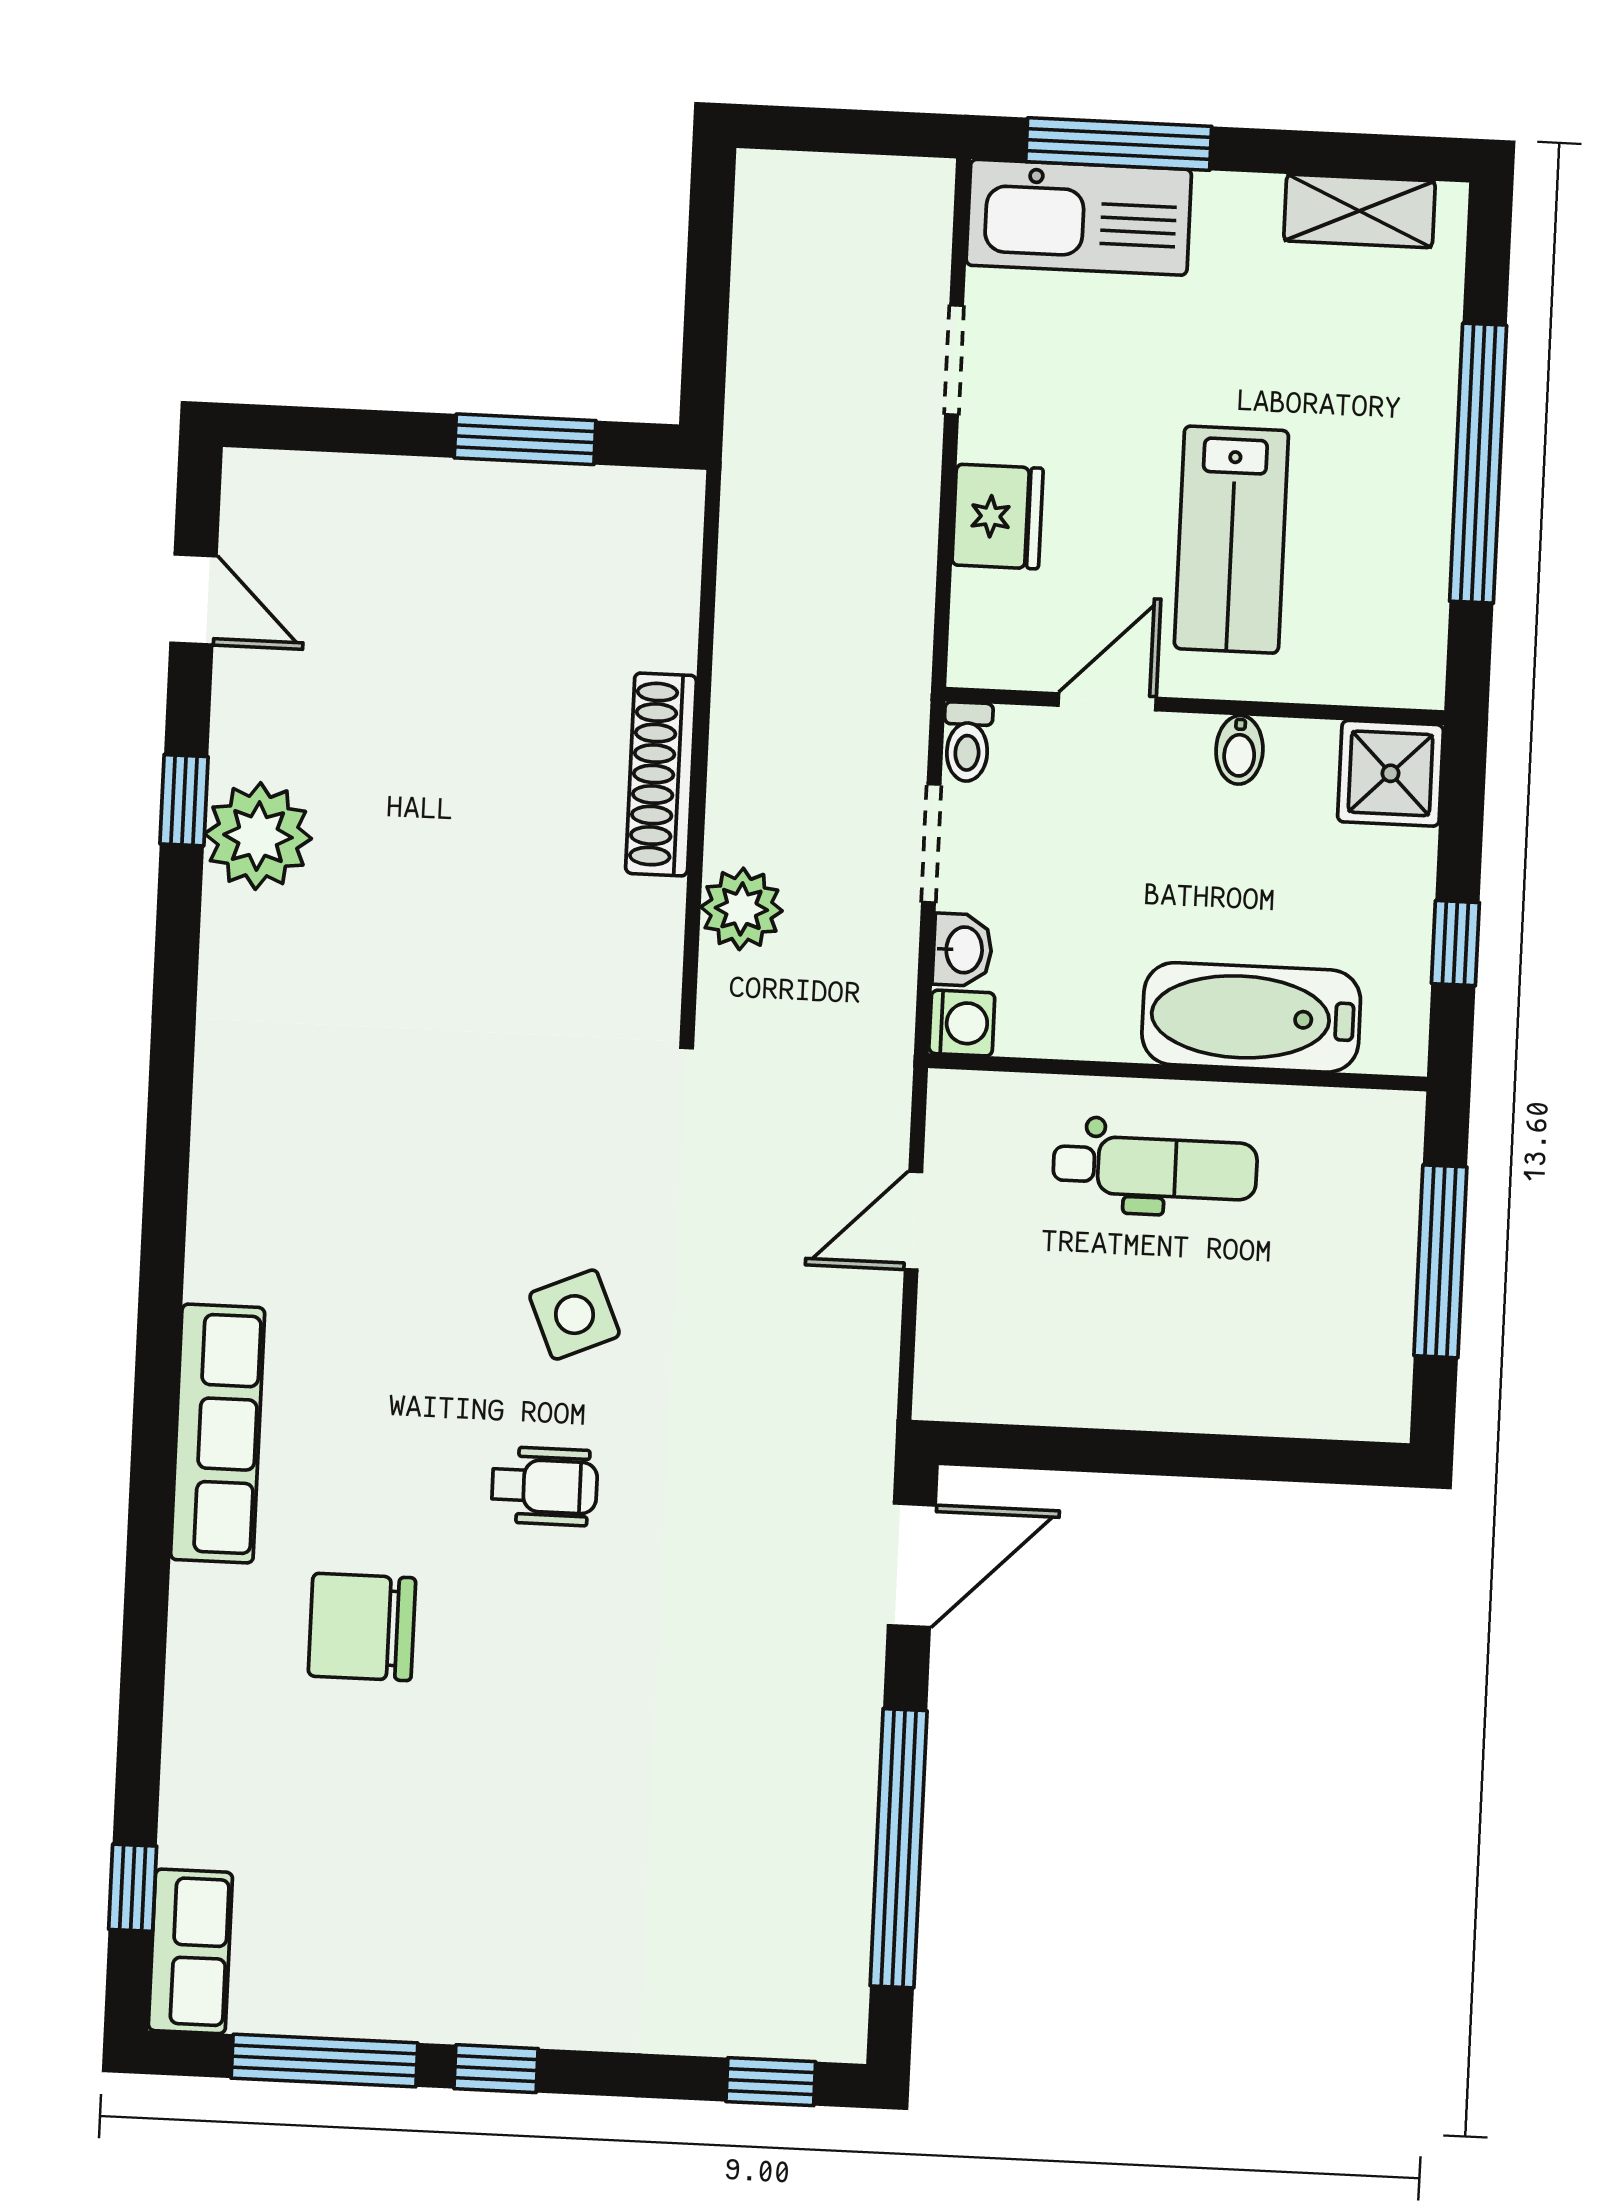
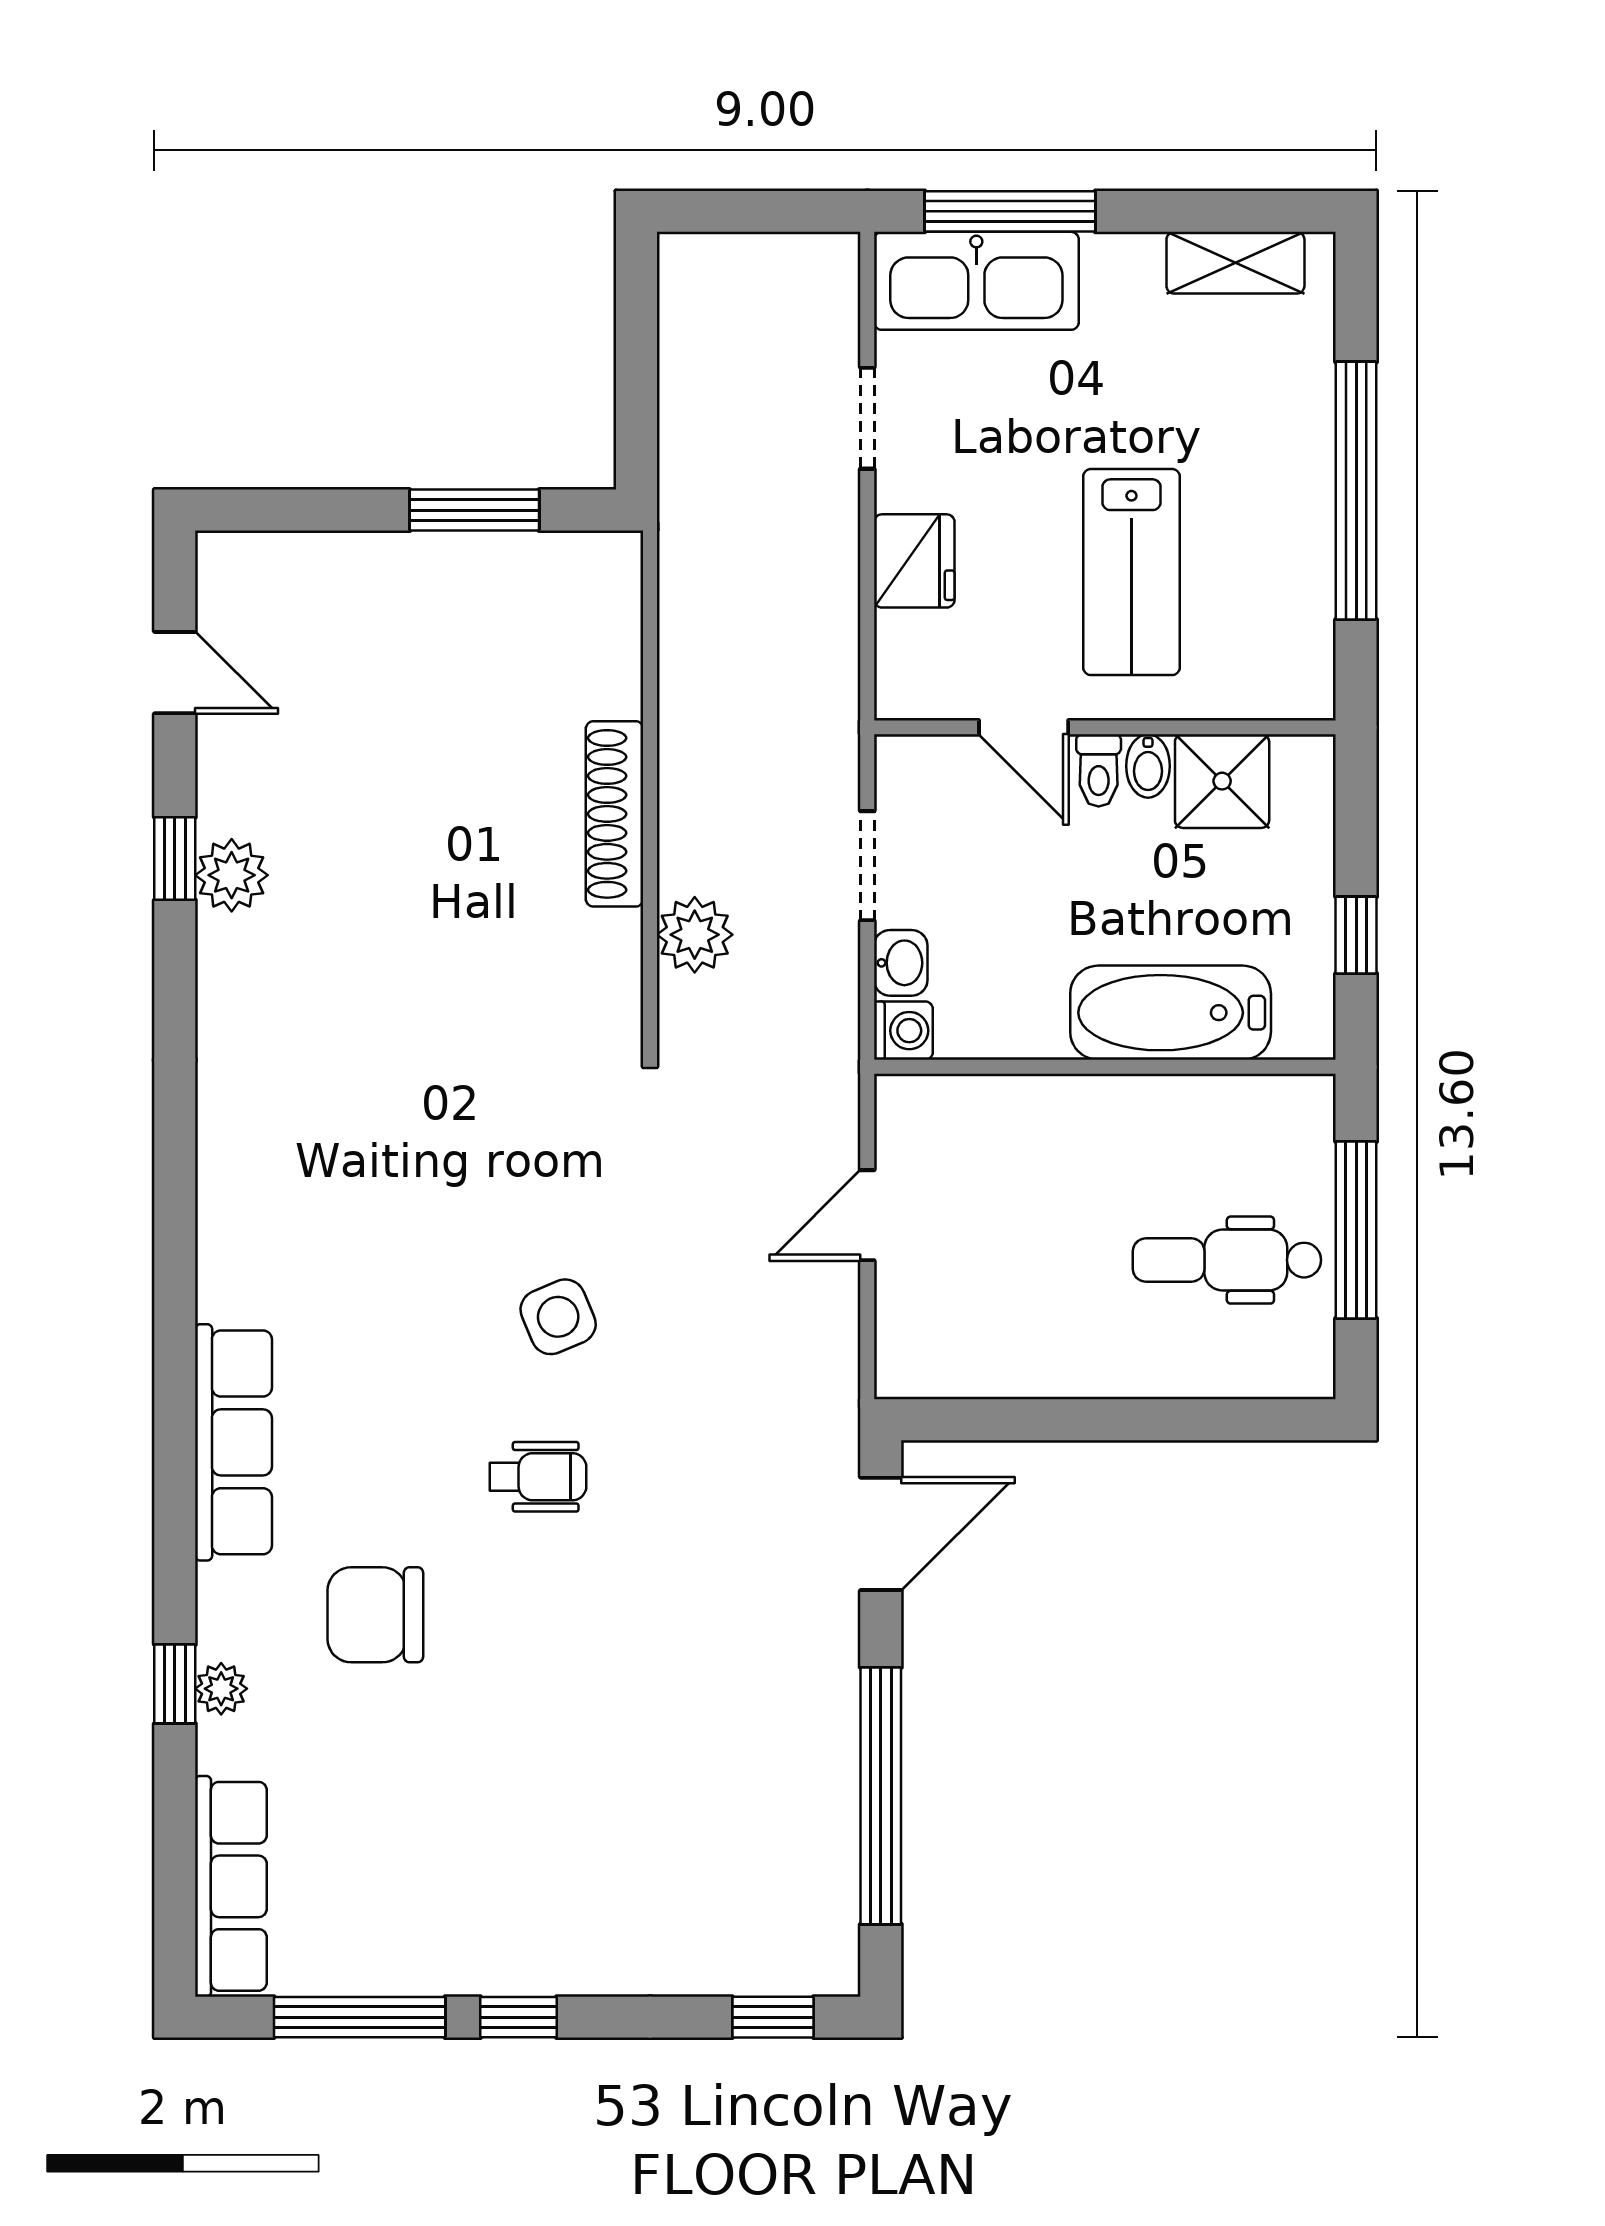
door: (1107, 702) -> (1024, 727), swing flipped
toilet: (967, 742) -> (1099, 770), moved
shower: (1391, 773) -> (1222, 781), moved
plant: (258, 836) -> (232, 875), width x0.73, depth x0.73
dental chair: (1155, 1168) -> (1227, 1260), moved, turned 180
plant: (192, 1699) -> (221, 1689), added
window: (133, 1888) -> (175, 1684), moved
row of seats: (190, 1951) -> (231, 1886), width x1.48

